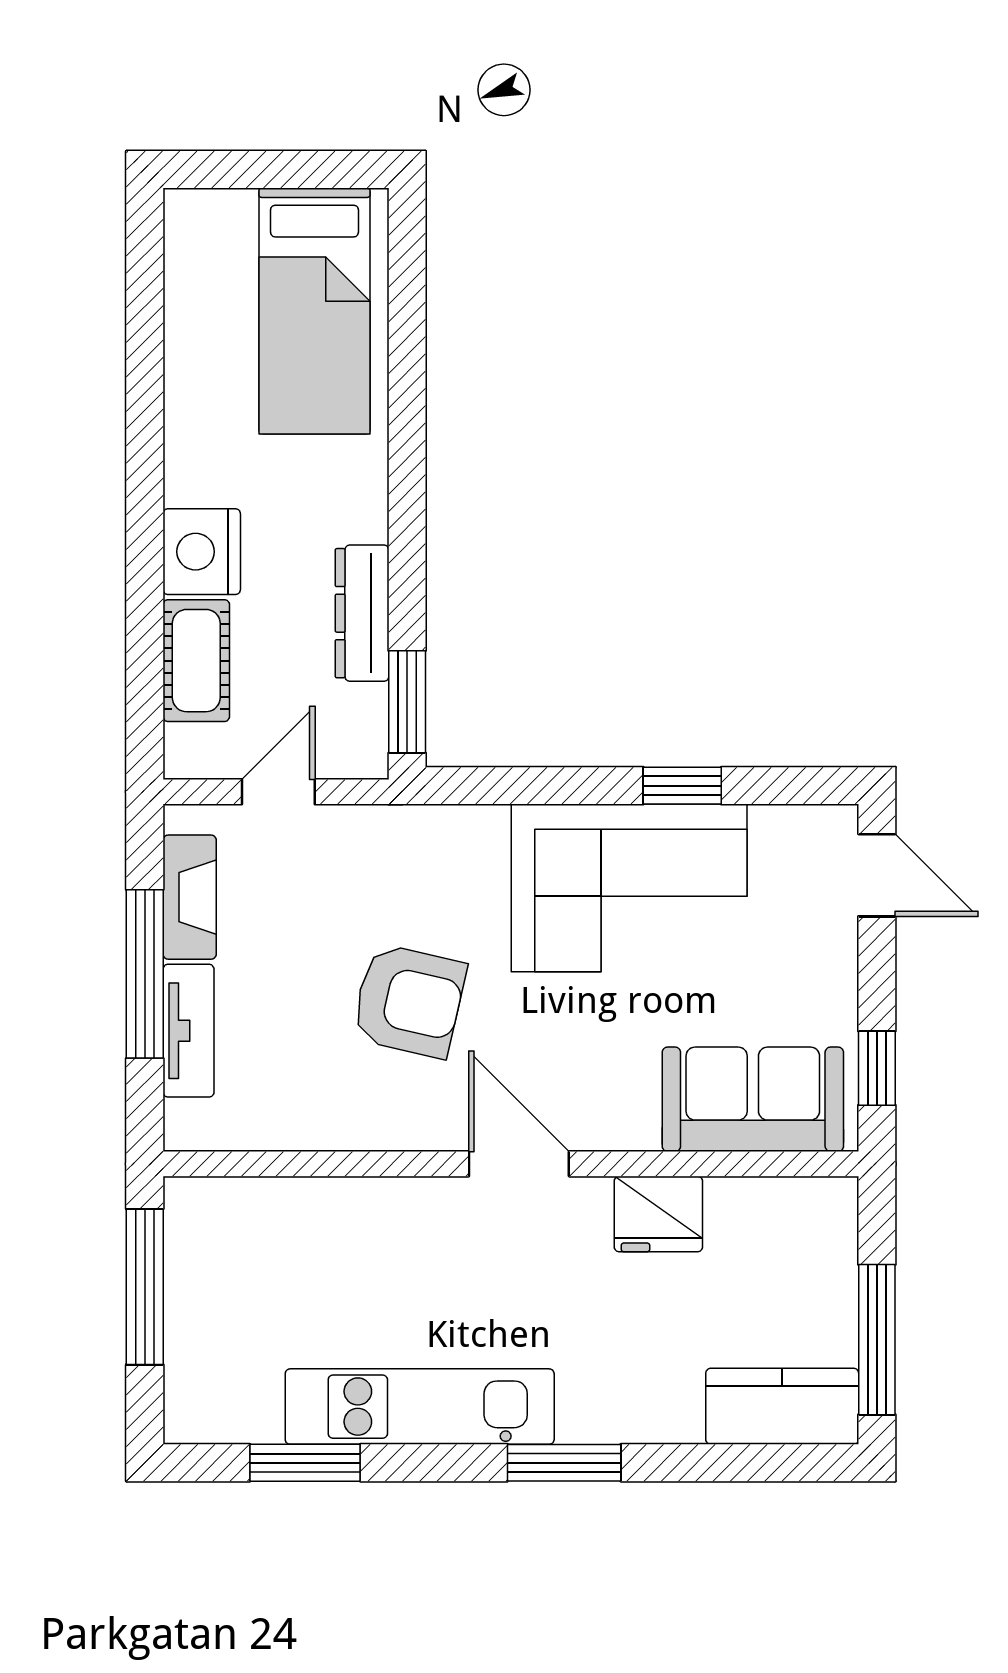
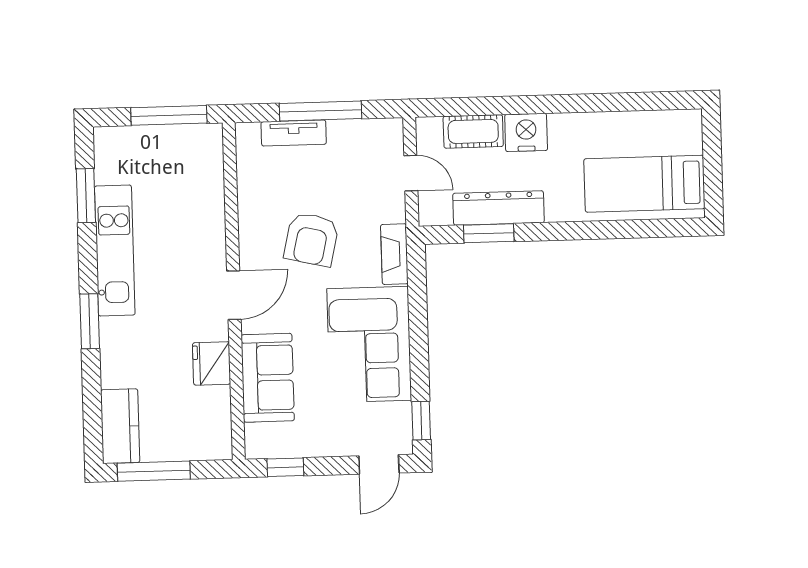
dresser: (362, 613) -> (499, 208), width x1.37, depth x1.24
window: (407, 702) -> (489, 233), moved
window: (682, 786) -> (421, 421), moved
fireplace: (190, 897) -> (394, 254), moved, turned 90
sofa: (753, 1099) -> (268, 378), moved

